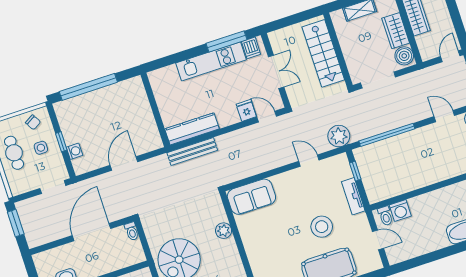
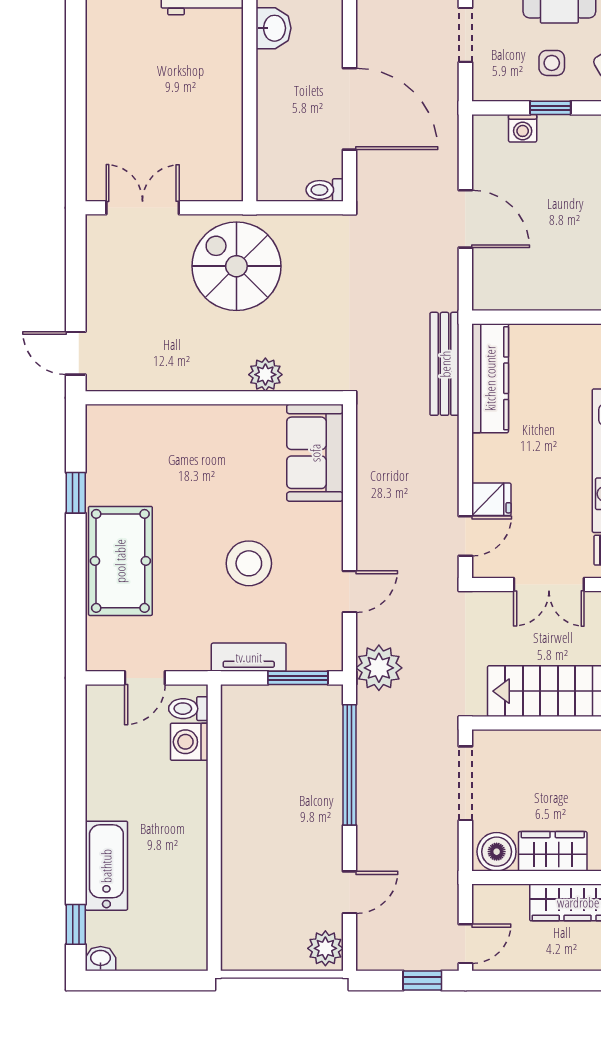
door: (450, 56) -> (465, 944), hinge flipped
window: (355, 171) -> (298, 678), width x1.50
doorway: (53, 187) -> (465, 35), moved
stool: (322, 227) -> (249, 563), moved

